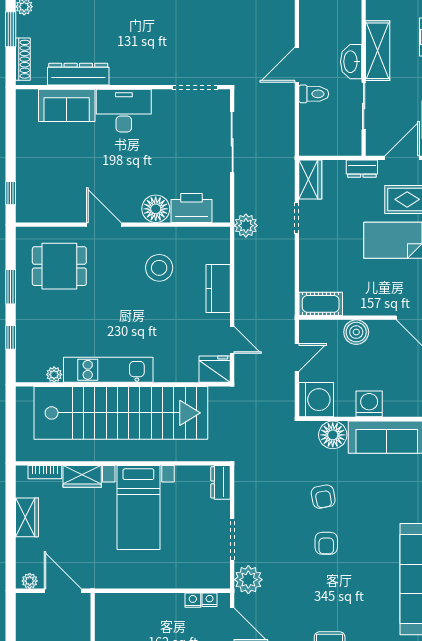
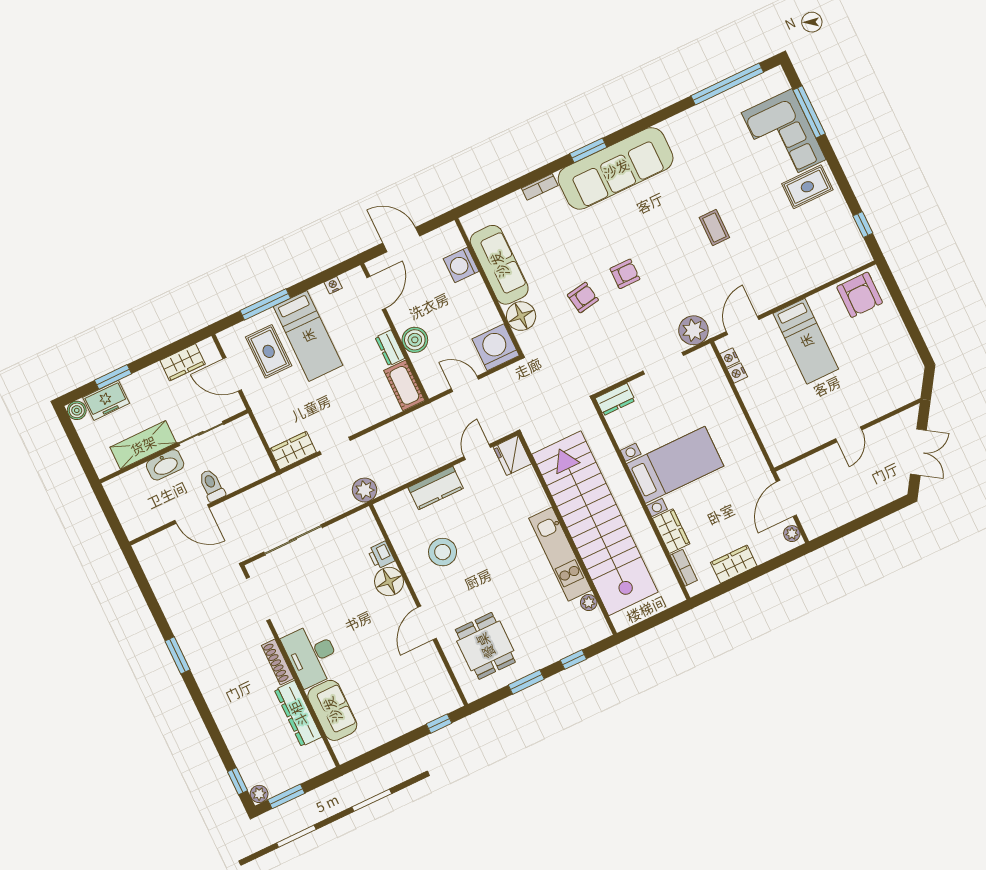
shoe rack: (23, 59) -> (278, 662), moved, turned -90
dresser: (362, 169) -> (390, 348), moved, turned 180
printer: (191, 208) -> (381, 555), width x0.53, depth x0.68
washing machine: (369, 404) -> (461, 265), moved

